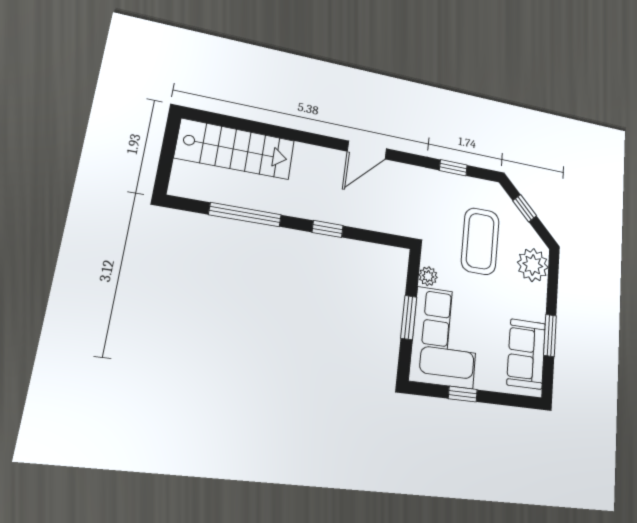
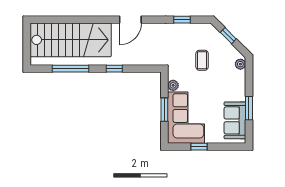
stairs: (235, 149) -> (71, 40), width x1.36, depth x1.51
coffee table: (480, 241) -> (202, 60), width x0.54, depth x0.58
plant: (533, 265) -> (240, 64), width x0.53, depth x0.53

